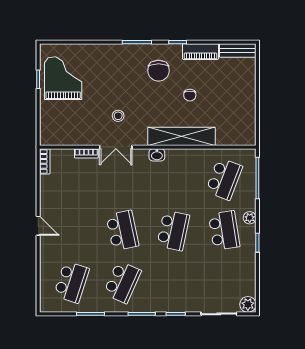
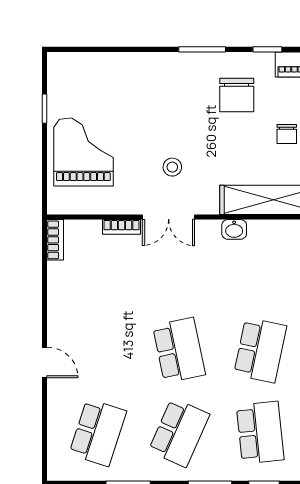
grand piano: (63, 78) -> (83, 152), moved
door: (38, 226) -> (45, 362), moved
school desk: (173, 282) -> (260, 433), added

